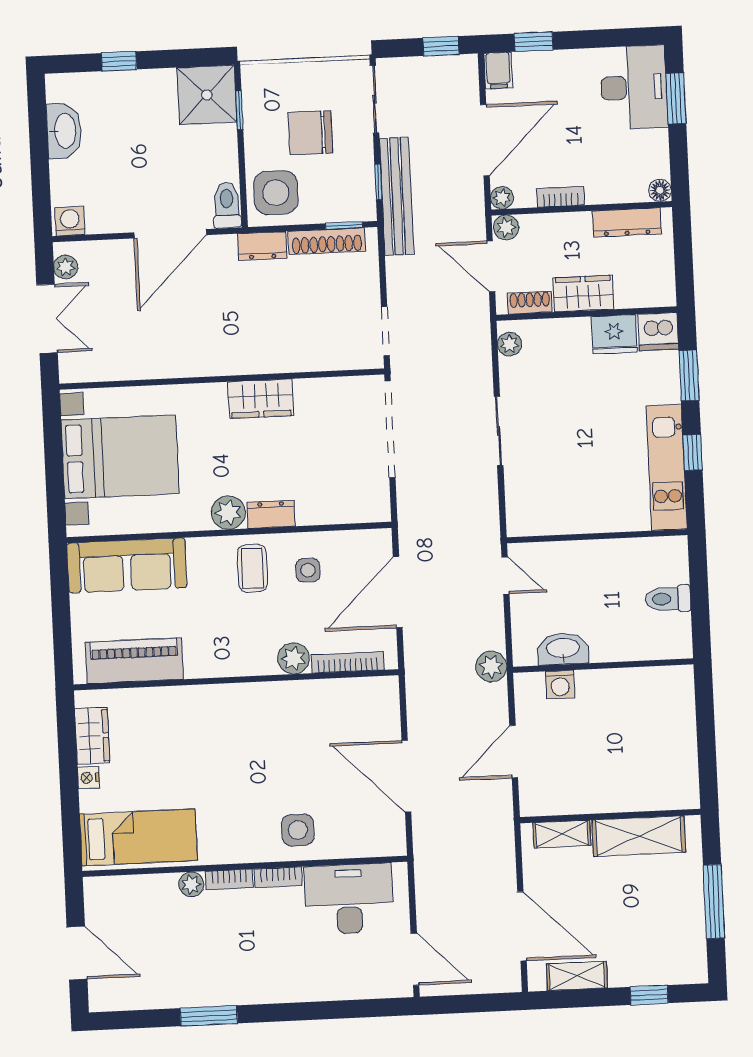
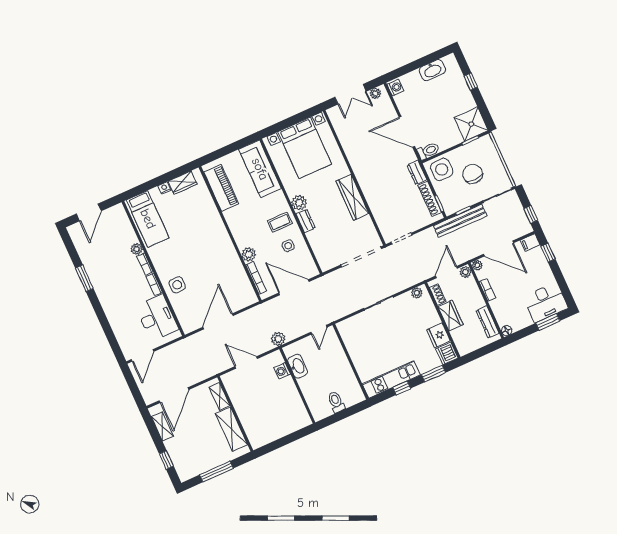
wardrobe: (261, 399) -> (352, 197), width x1.50

